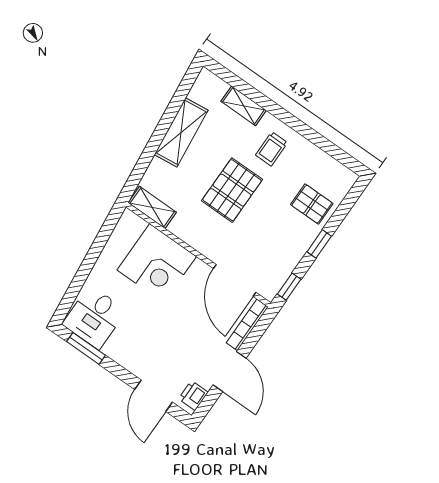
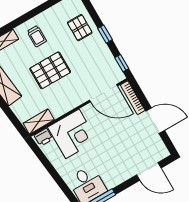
pallet: (232, 190) -> (50, 70), turned 90
pallet: (312, 204) -> (80, 28), turned 90
printer: (193, 396) -> (43, 137), moved, turned -90

